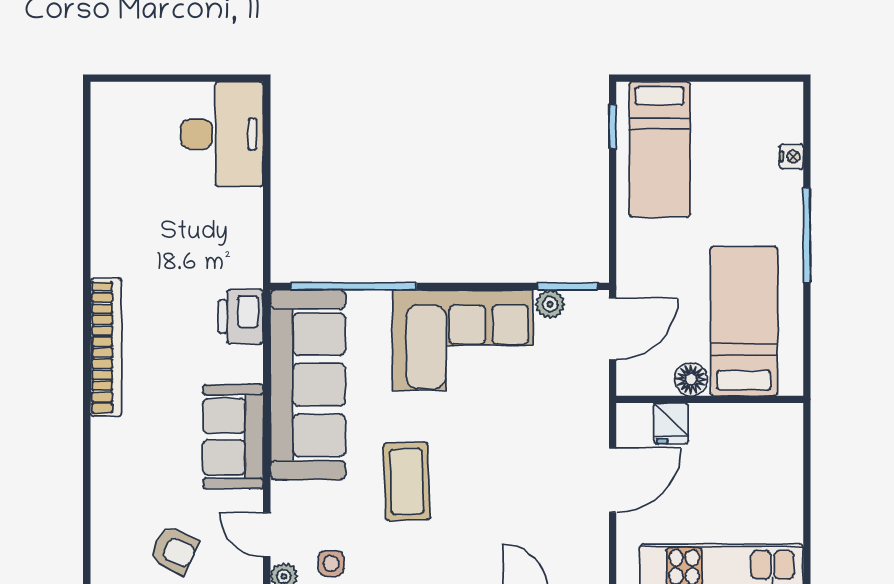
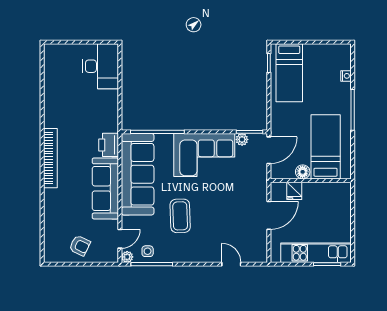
sofa: (233, 437) -> (105, 188), width x1.36
door: (267, 534) -> (120, 239), swing flipped

